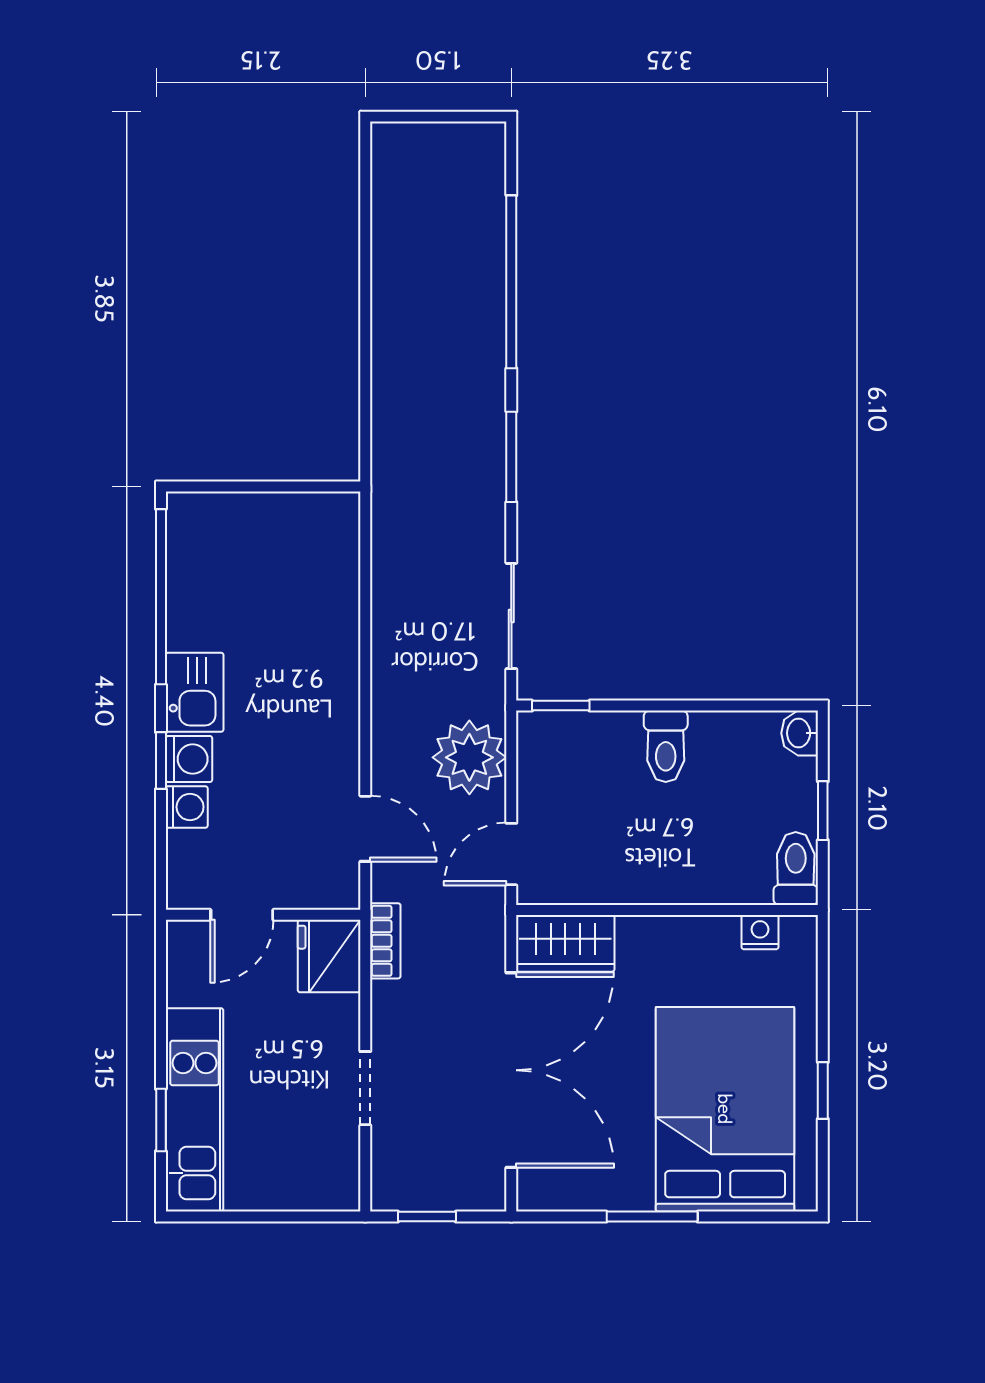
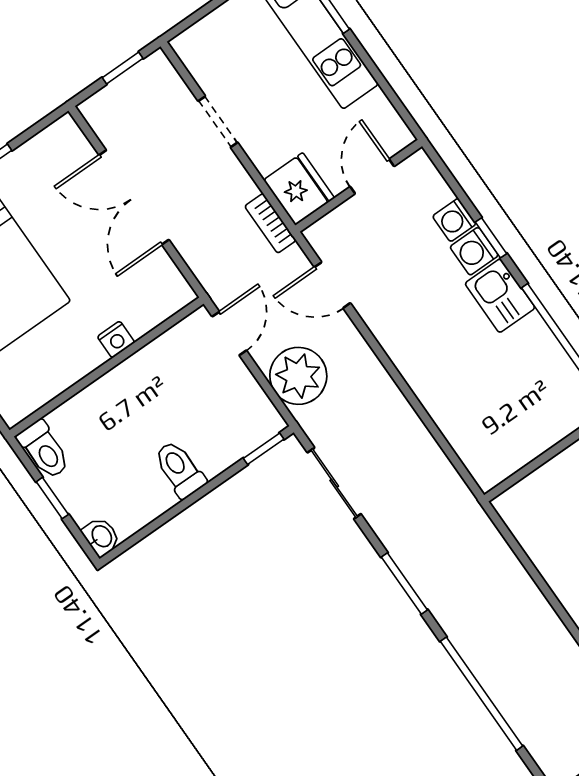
nightstand: (760, 932) -> (116, 339), moved
wardrobe: (565, 943) -> (156, 301), removed
double door: (511, 1070) -> (134, 197), width x0.73

